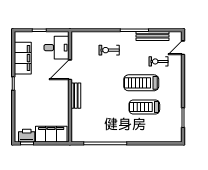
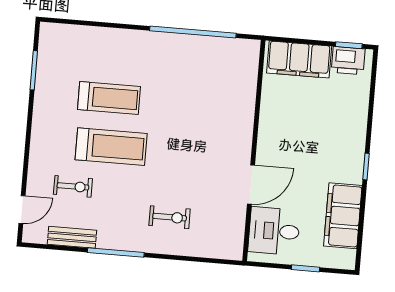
bench: (153, 36) -> (72, 237), width x0.73
bench: (76, 96) -> (243, 132), removed

